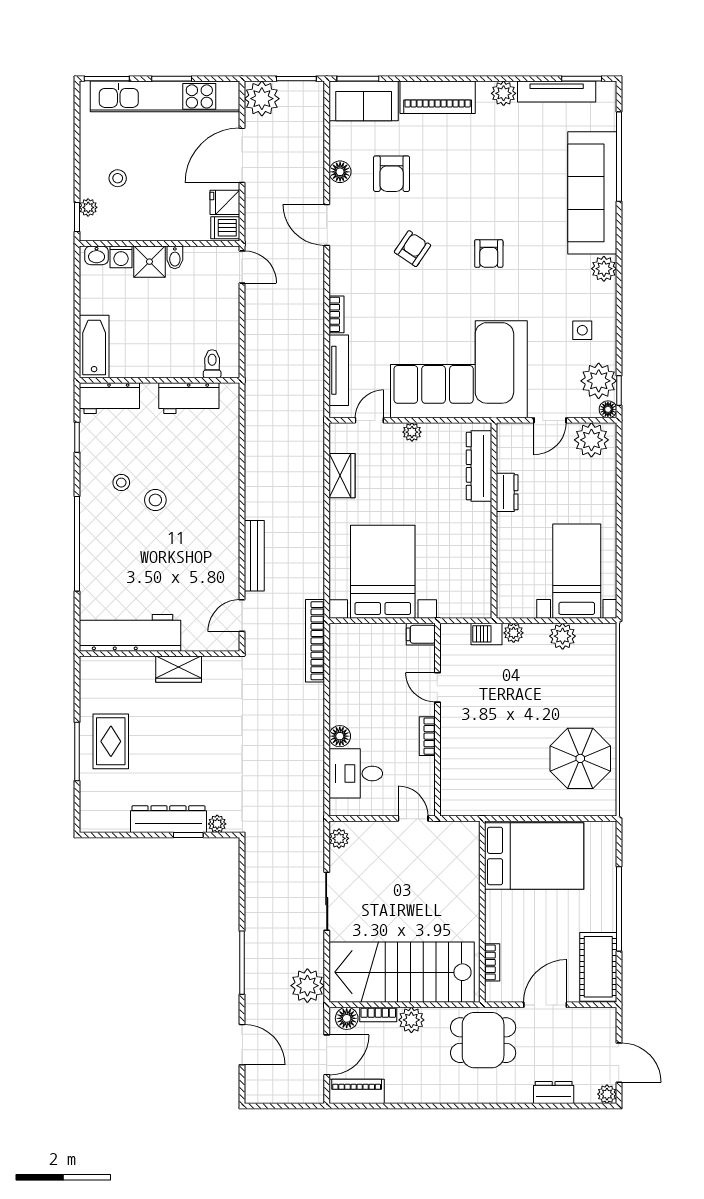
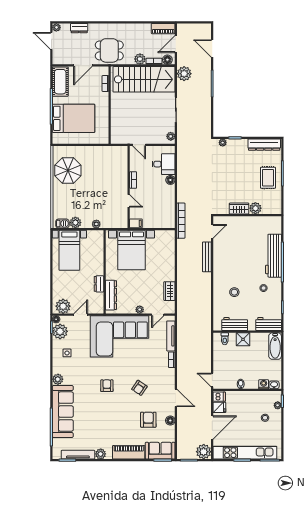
shower: (149, 262) -> (243, 339), moved
stool: (155, 500) -> (234, 292), moved
bed with nightstands: (383, 572) -> (132, 250), moved
workbench: (130, 633) -> (274, 256), moved, turned 90
barbecue: (486, 634) -> (62, 224), moved
plant: (140, 670) -> (255, 208), added
dresser: (168, 819) -> (264, 145), moved
bed: (534, 856) -> (73, 118), moved, turned 180

